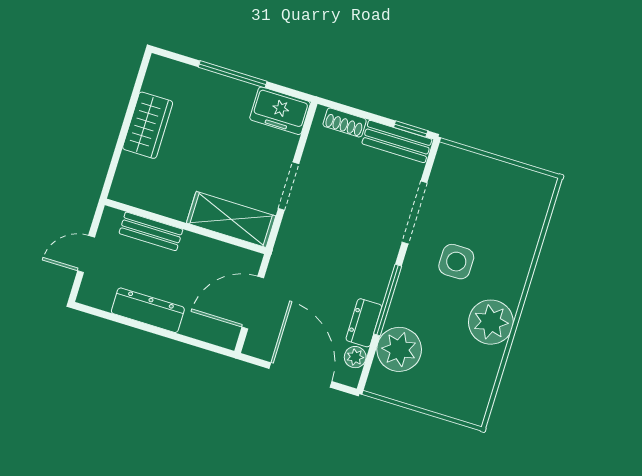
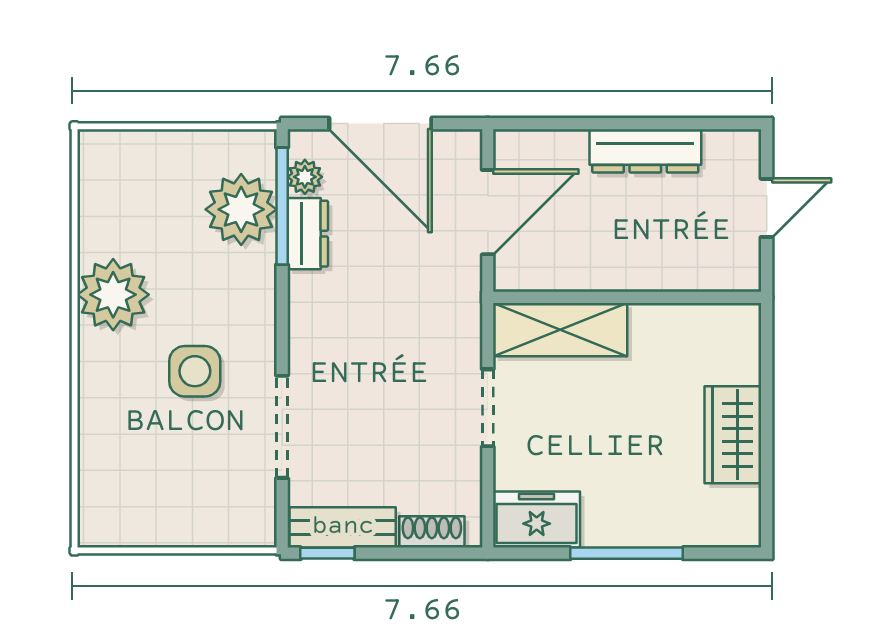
bench: (151, 231) -> (678, 273), removed
window: (388, 300) -> (282, 206), moved

